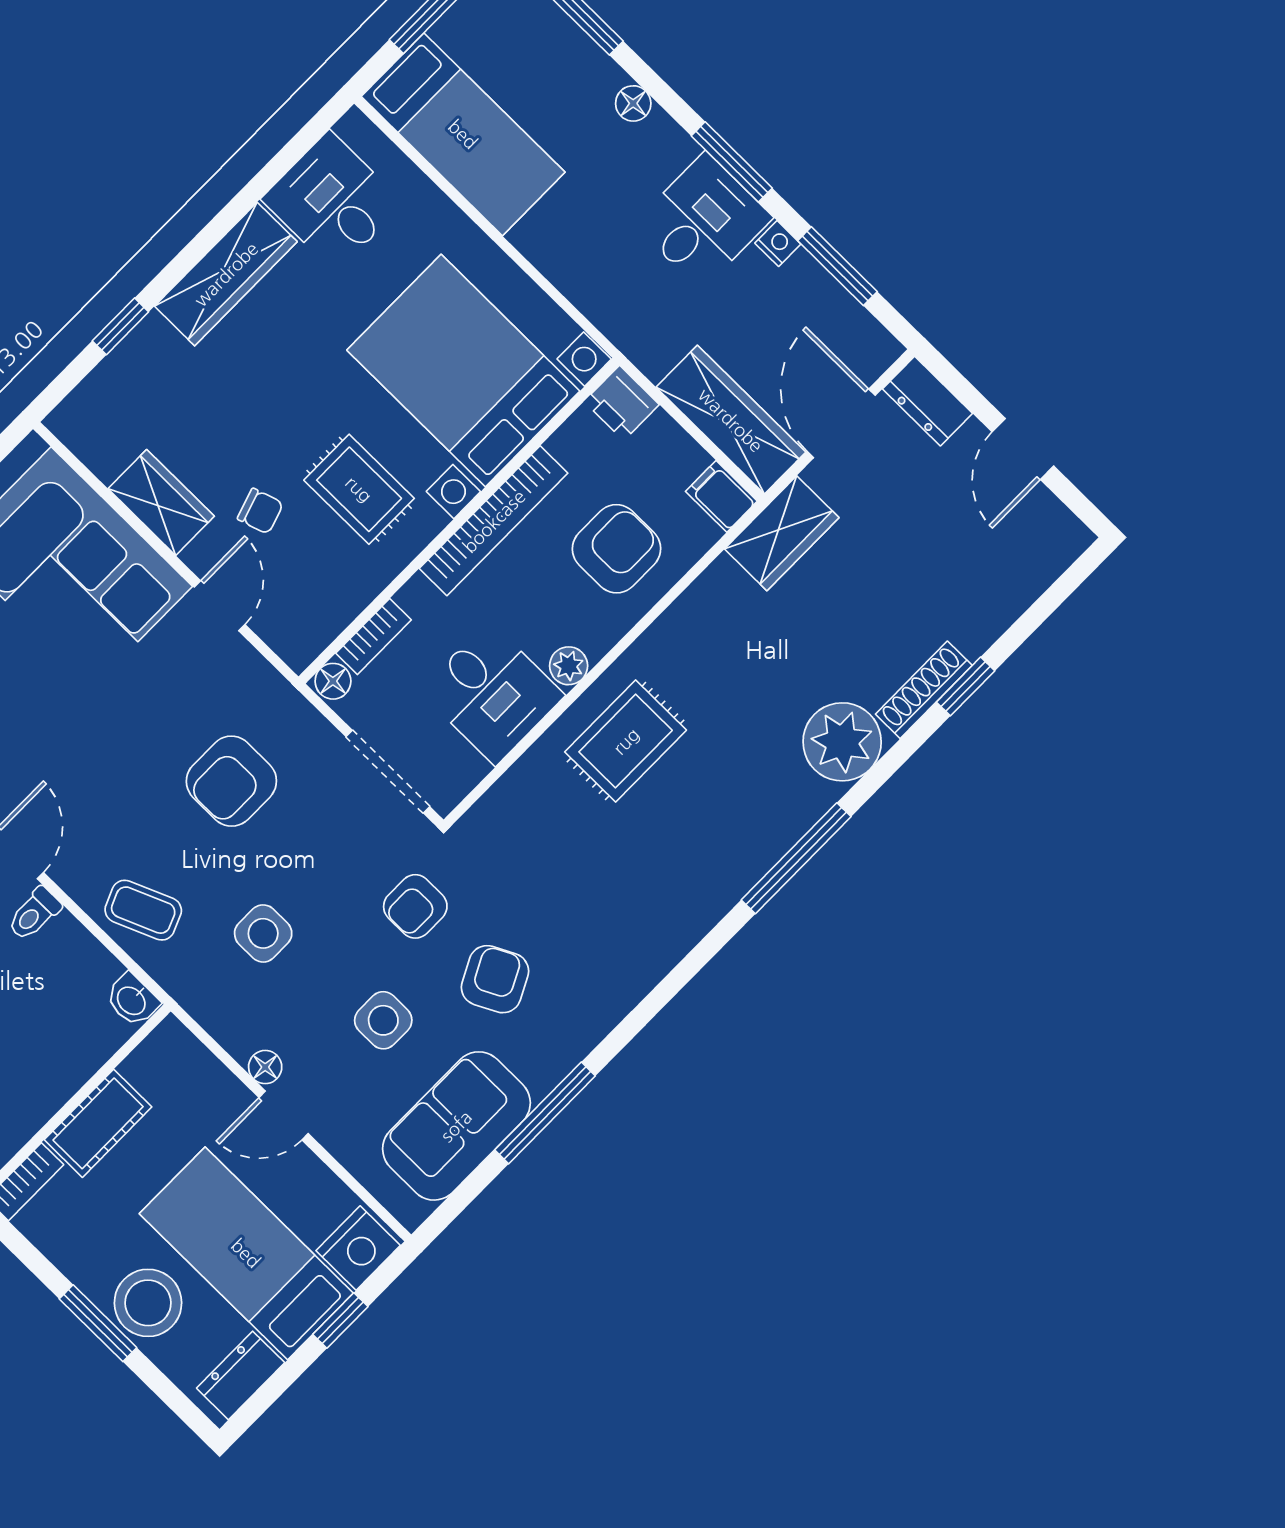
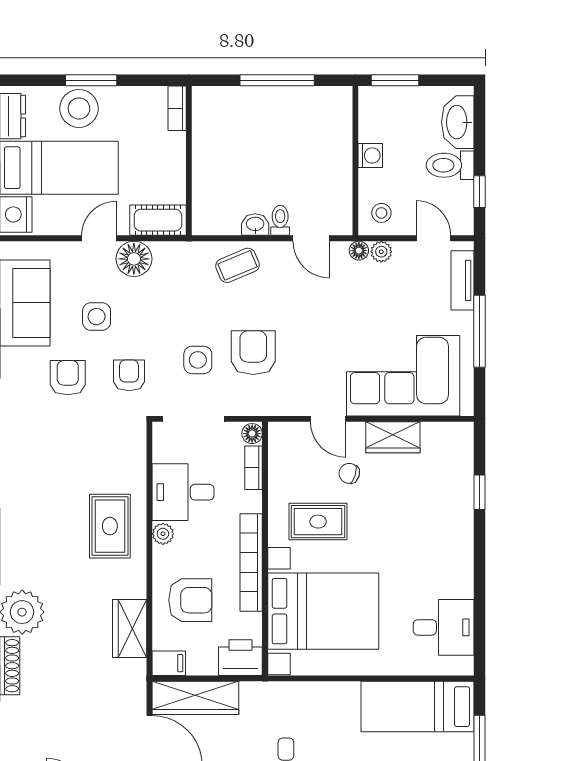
wardrobe: (226, 274) -> (458, 555), removed
printer: (622, 403) -> (240, 658), width x1.36, depth x1.24
chair: (260, 511) -> (349, 473), turned 36
wardrobe: (782, 533) -> (130, 628), moved
armchair: (616, 549) -> (190, 600), turned -90
side table: (263, 933) -> (198, 360), moved
armchair: (495, 979) -> (68, 378), turned -153
washbasin: (132, 1000) -> (255, 225), moved
floor lamp: (265, 1067) -> (134, 259), width x1.89, depth x1.89
cot: (98, 1123) -> (158, 220), moved, turned 90

